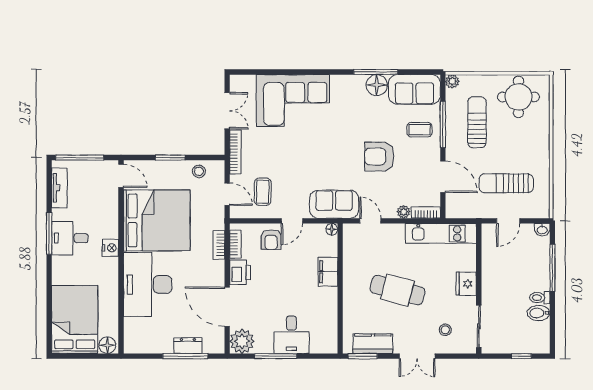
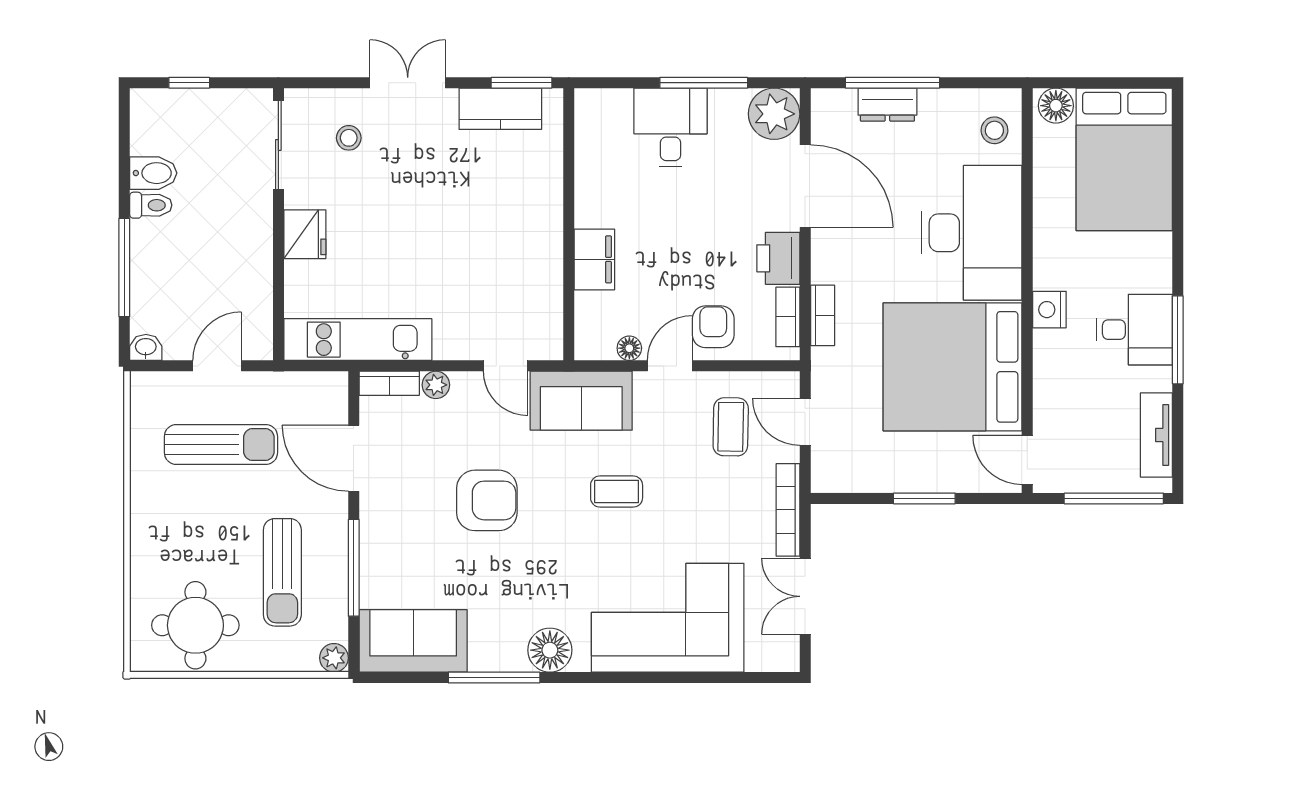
floor lamp: (377, 85) -> (550, 650), moved
coffee table: (419, 130) -> (617, 492), moved
stool: (199, 171) -> (994, 130), moved
floor lamp: (332, 229) -> (629, 348), moved
cafe table: (397, 290) -> (449, 221), removed

